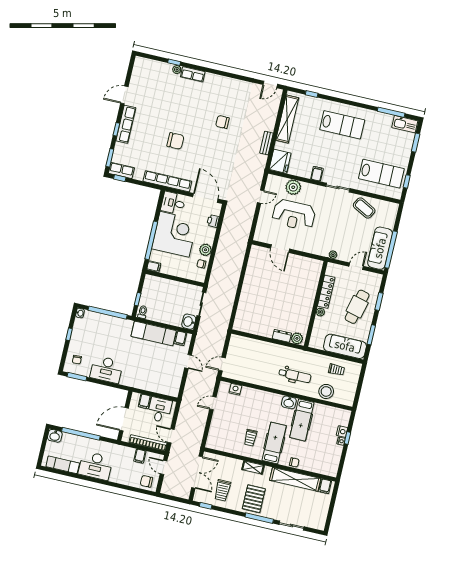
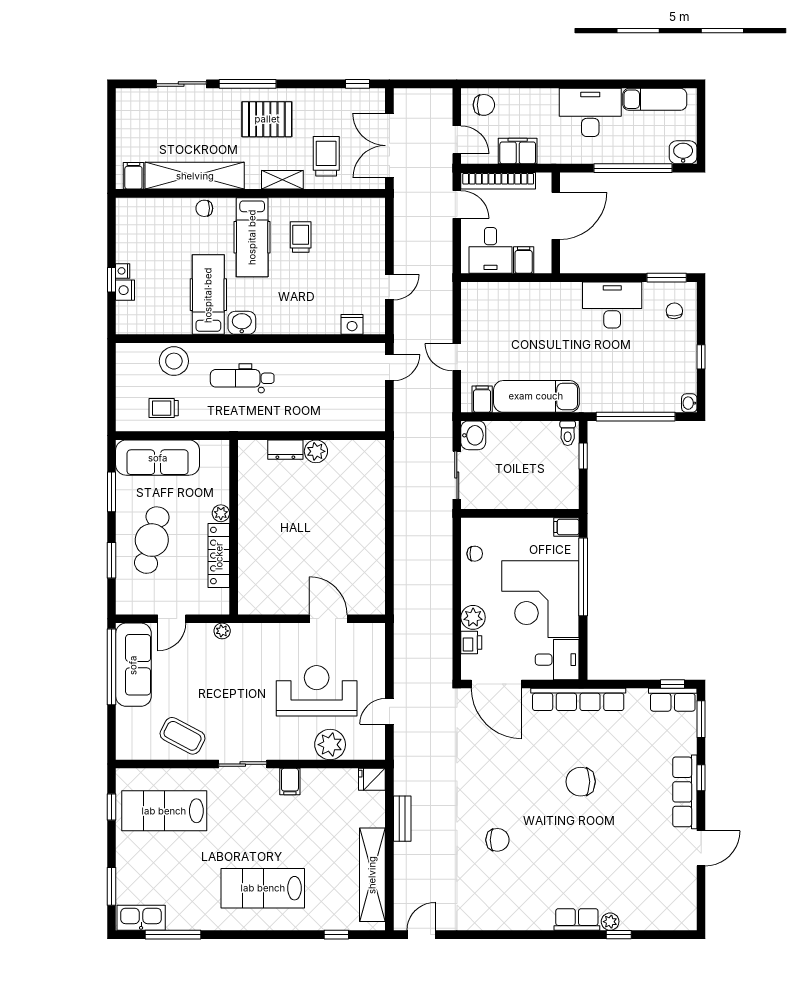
fridge: (280, 161) -> (372, 779), width x0.53, depth x0.75
plant: (205, 250) -> (473, 617), moved
plant: (297, 338) -> (316, 451), moved
filing cabinet: (140, 456) -> (518, 151), width x2.00
trolley: (222, 490) -> (326, 156), moved
pallet: (254, 499) -> (267, 119), turned 90

